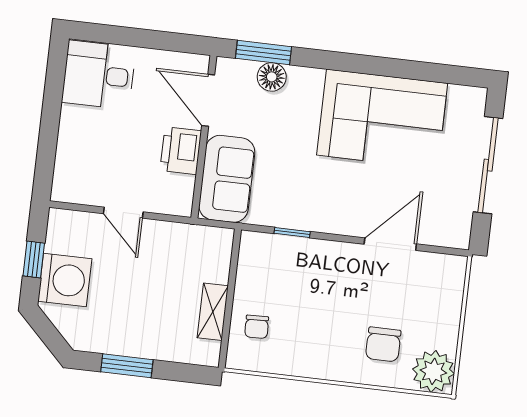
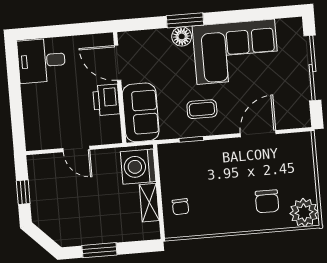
window: (263, 52) -> (185, 20), moved
floor lamp: (272, 77) -> (182, 36), moved
coffee table: (316, 192) -> (202, 109), added
washing machine: (65, 280) -> (138, 167), moved, turned 180

